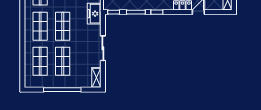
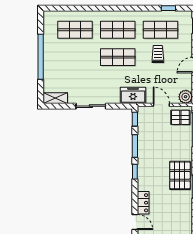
shop shelf: (63, 61) -> (75, 57), removed

